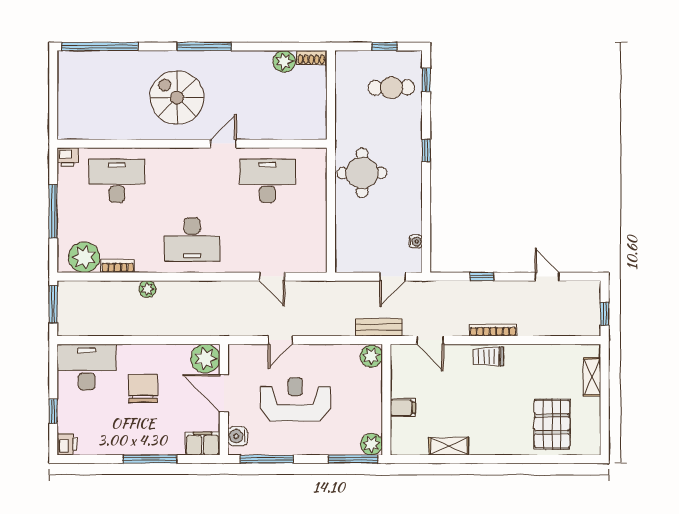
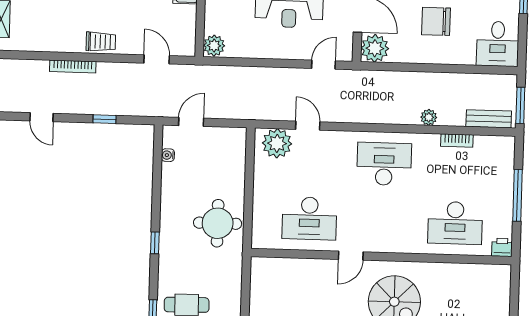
plant: (84, 257) -> (277, 143), moved
bench: (379, 327) -> (489, 119), moved
bookcase: (493, 330) -> (73, 66), moved
door: (280, 340) -> (324, 65), moved
desk: (87, 367) -> (498, 44), width x0.73
chair: (143, 388) -> (436, 21), turned 90

